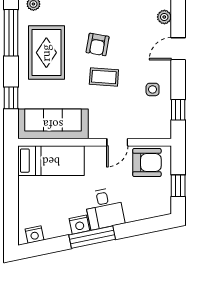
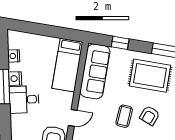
armchair: (98, 44) -> (150, 115), turned -79
door: (117, 142) -> (73, 118), swing flipped
nightstand: (34, 235) -> (14, 56), moved

